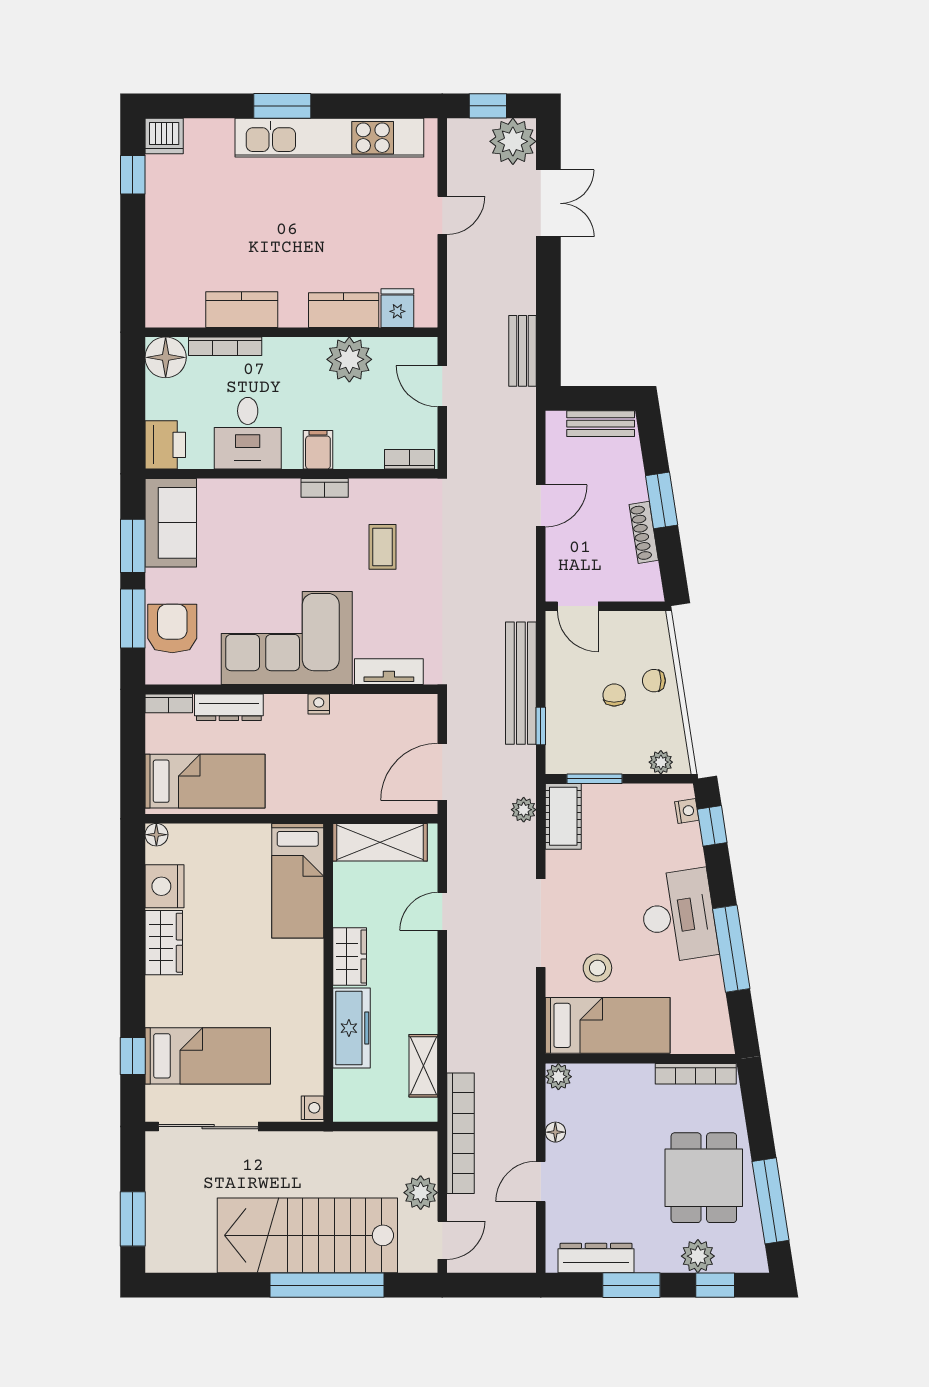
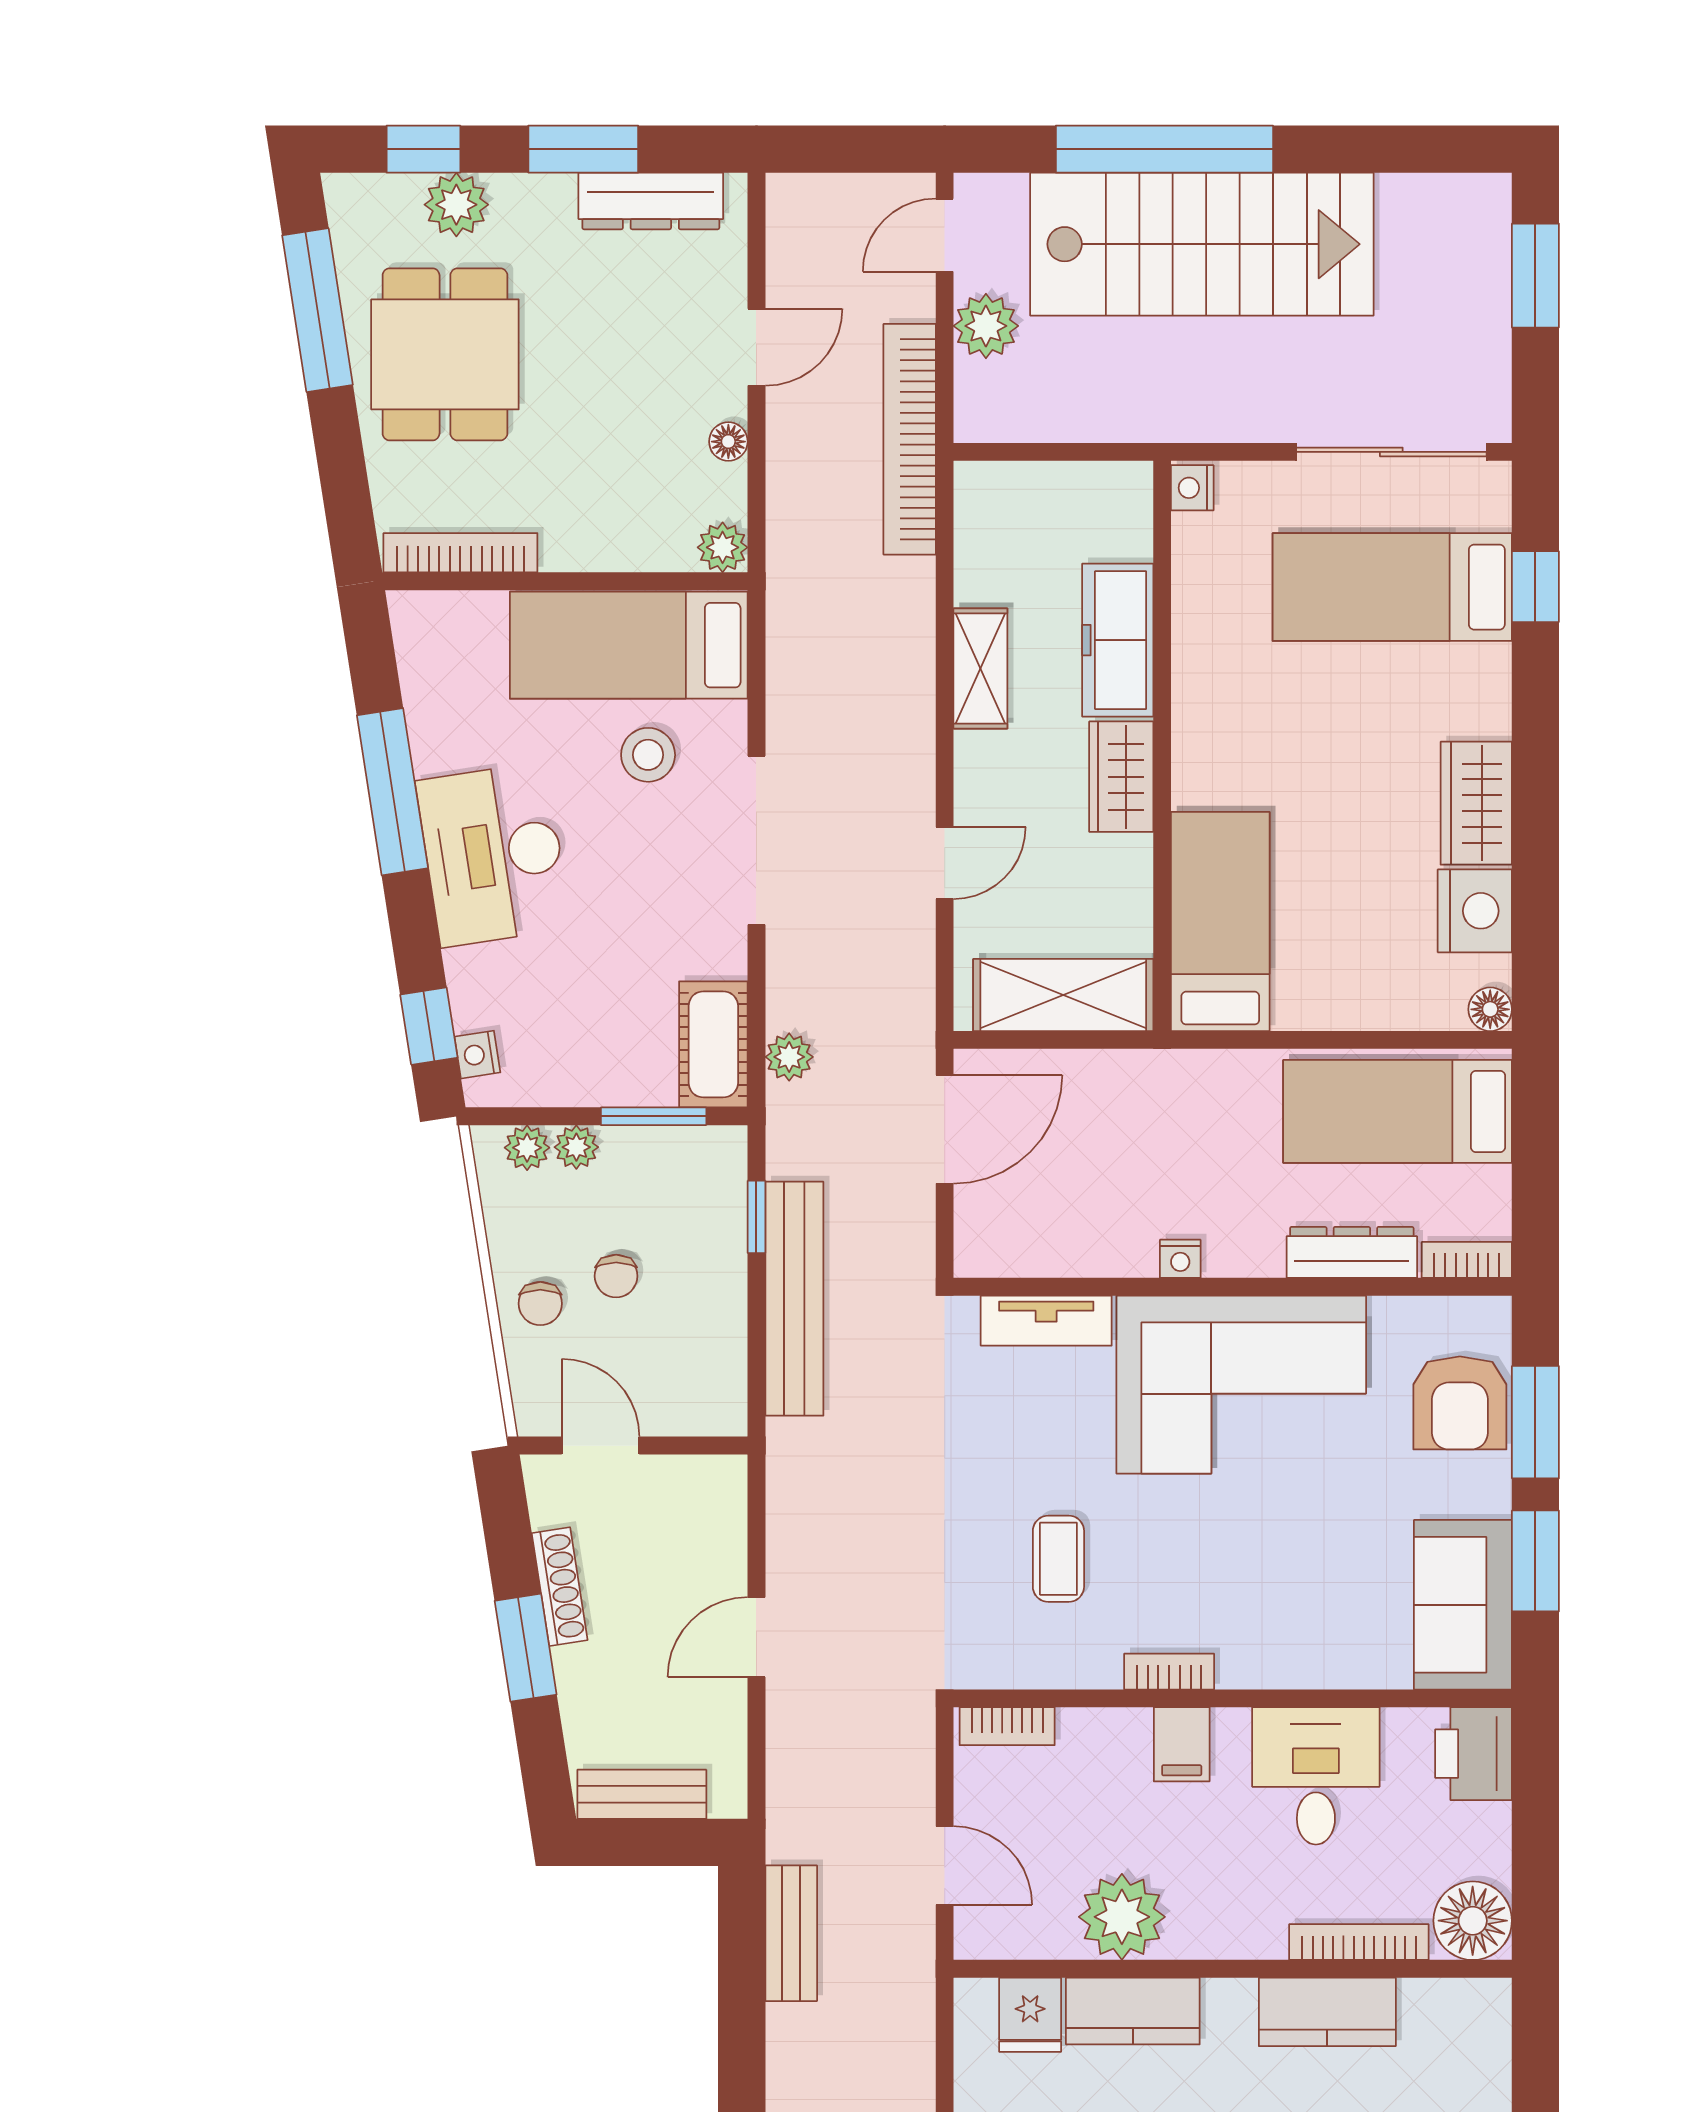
door: (578, 606) -> (601, 1446), moved
chair: (654, 681) -> (540, 1304), turned 90
plant: (635, 763) -> (576, 1147), added
shelving: (423, 1066) -> (980, 669), moved

